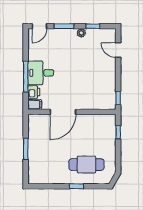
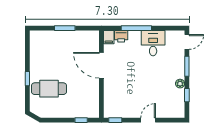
door: (39, 26) -> (187, 42), swing flipped
door: (118, 50) -> (148, 120), moved
desk: (41, 73) -> (153, 43), moved
cafe table: (86, 165) -> (49, 89), turned 90

